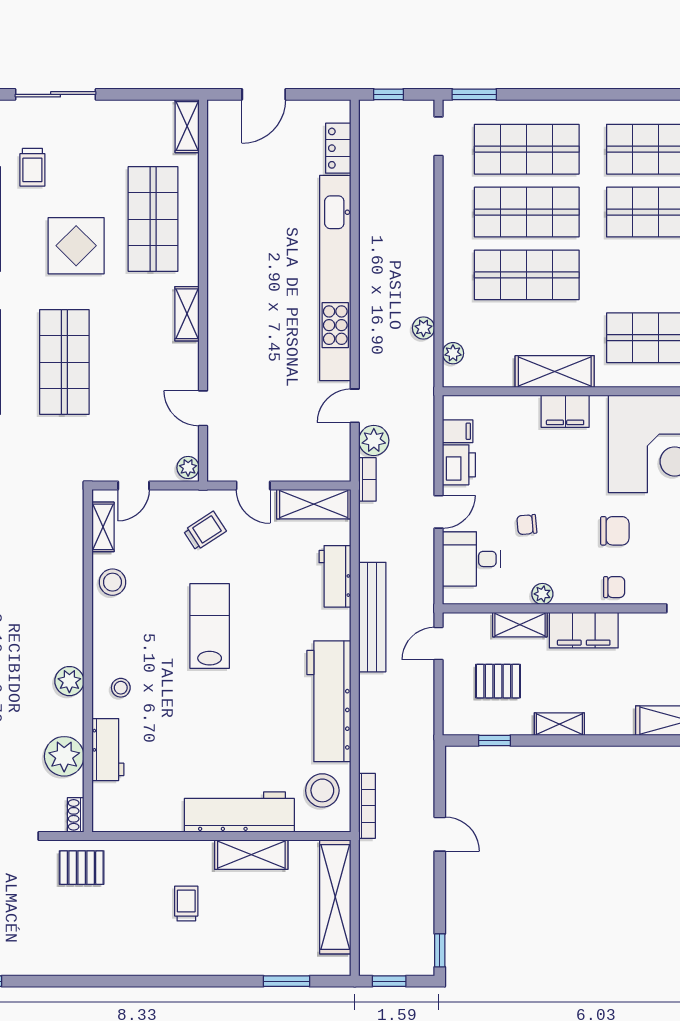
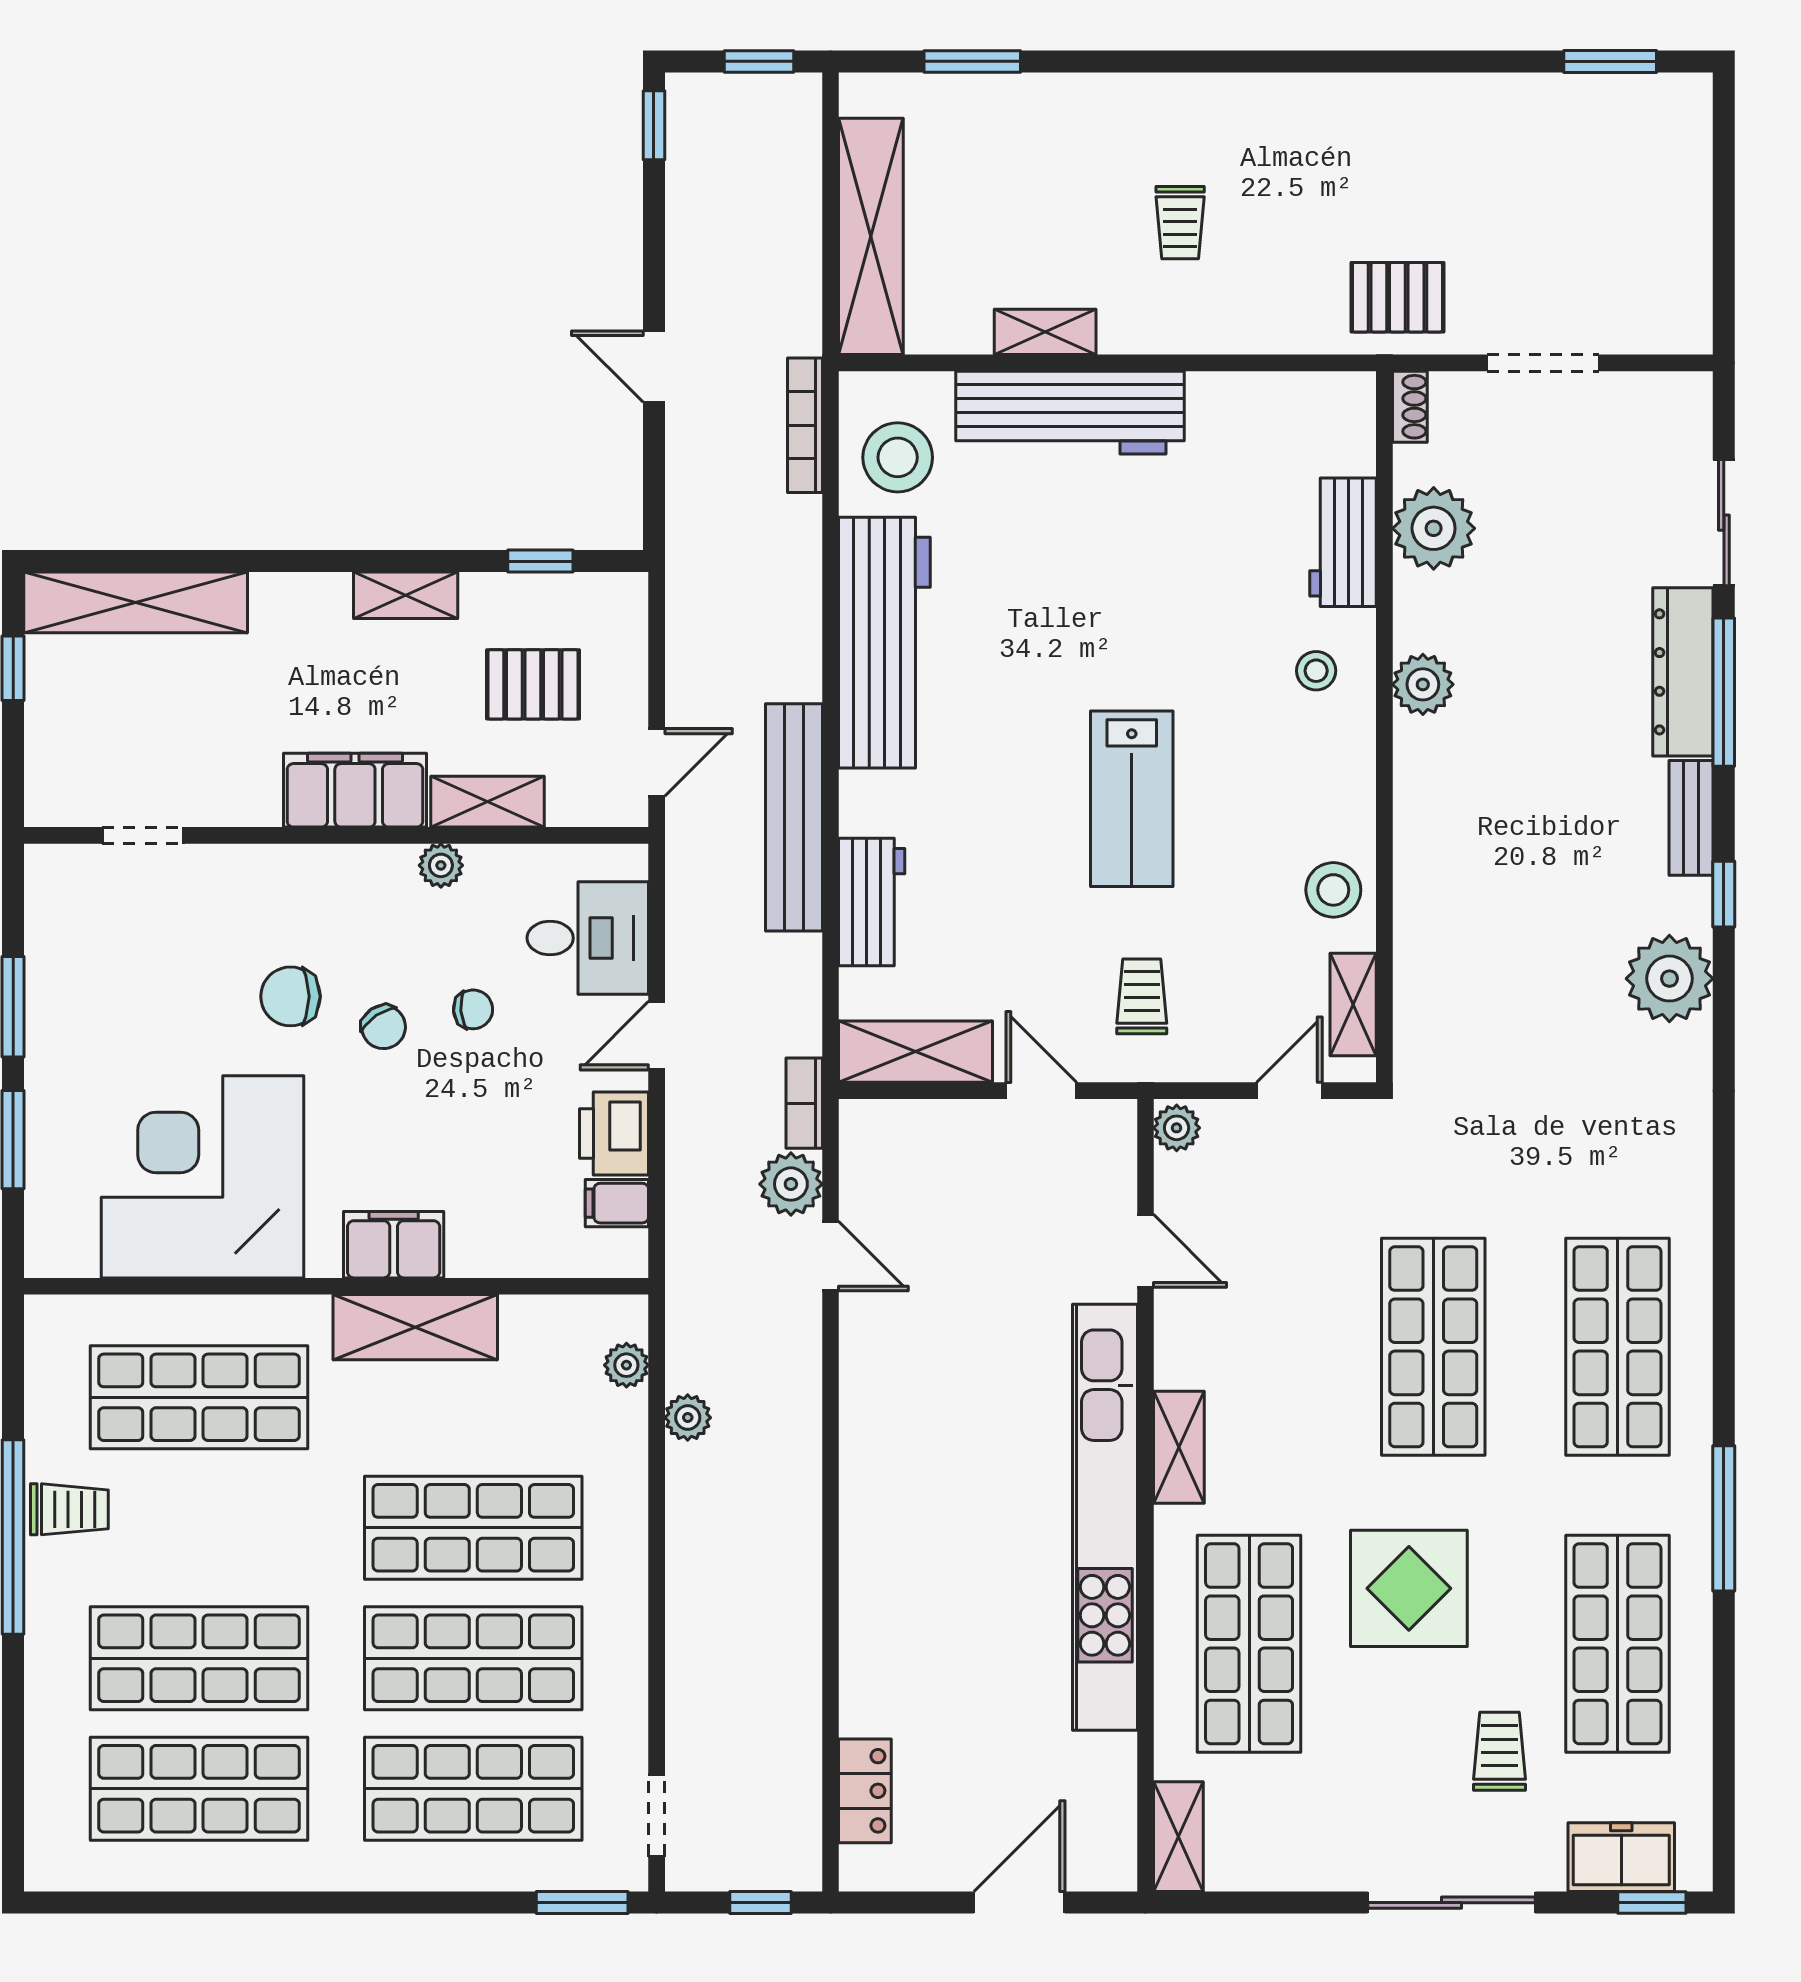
kitchen unit: (335, 278) -> (1105, 1517), moved, turned 180
door: (355, 406) -> (830, 1256), hinge flipped
trolley: (205, 531) -> (1142, 996), turned 123
chair: (614, 587) -> (384, 1027), moved, turned -124
shelving: (251, 855) -> (1045, 332), width x0.67, depth x0.75

